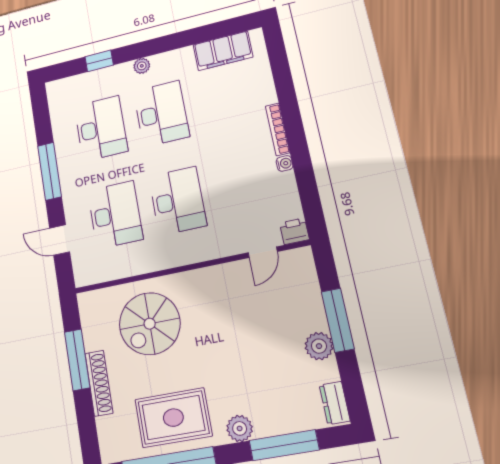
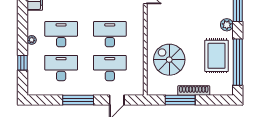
spiral stairs: (150, 324) -> (169, 60), turned 180

